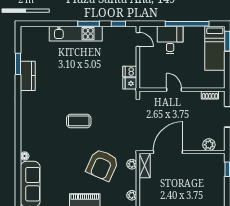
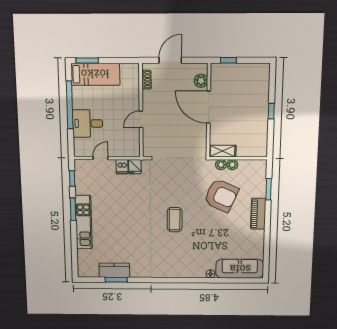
door: (138, 39) -> (100, 158), moved
kitchen counter: (28, 76) -> (114, 270), moved
door: (168, 152) -> (209, 107), moved
plant: (132, 195) -> (232, 165), moved

